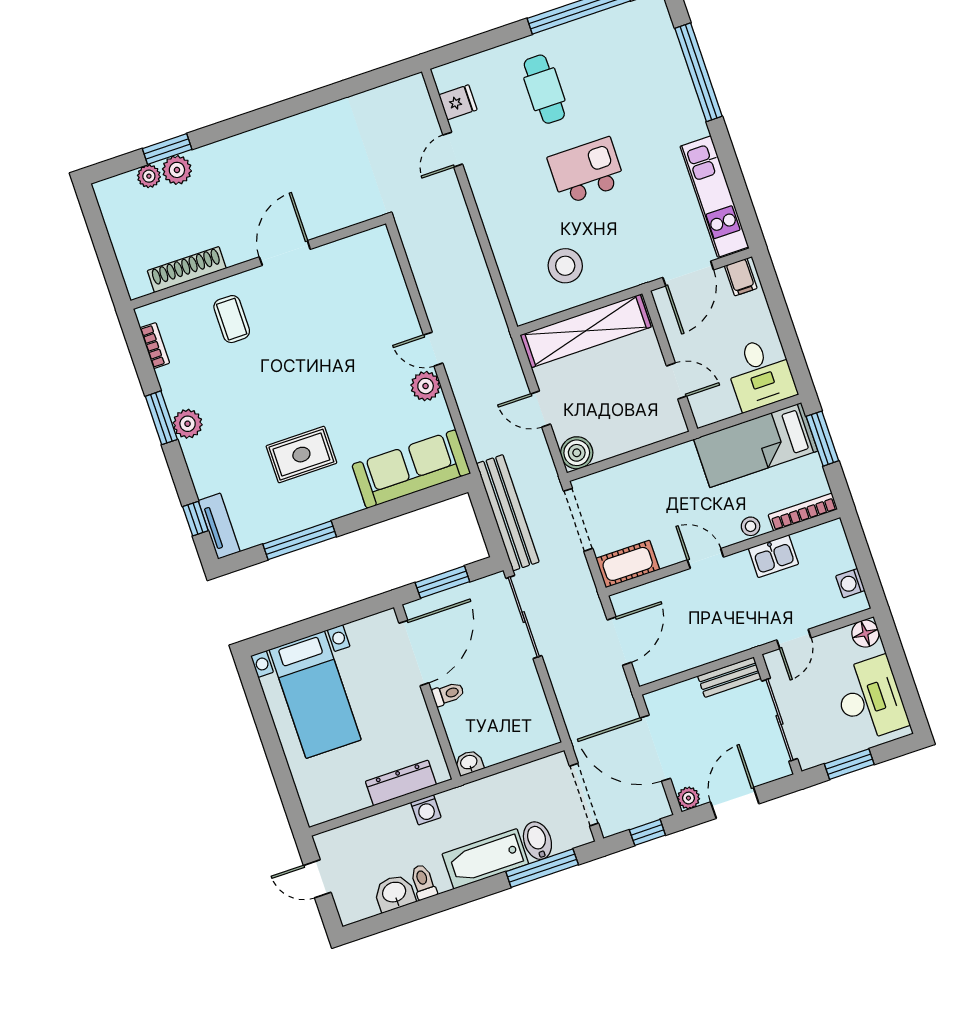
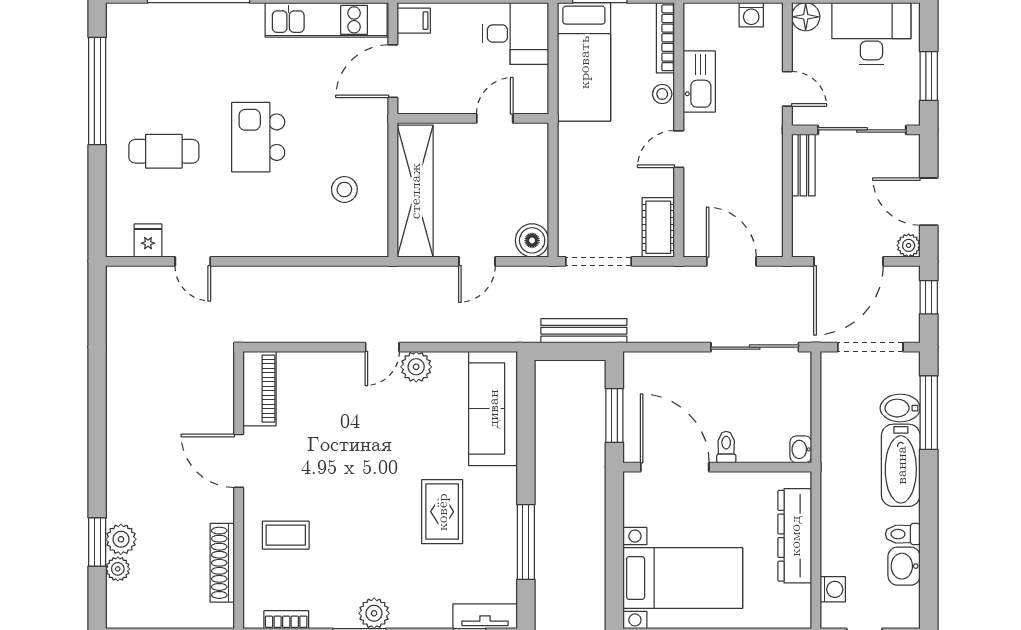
piano: (357, 250) -> (260, 389), added
stool: (565, 266) -> (344, 189), width x0.73, depth x0.73
door: (688, 274) -> (393, 71), swing flipped
bench: (508, 513) -> (584, 331), width x0.73, depth x0.82
kitchen sink: (773, 556) -> (699, 81), width x1.38
sliding door: (524, 617) -> (755, 347), moved
dresser: (401, 783) -> (795, 536), width x1.37, depth x1.24
washing machine: (426, 810) -> (833, 589), moved

